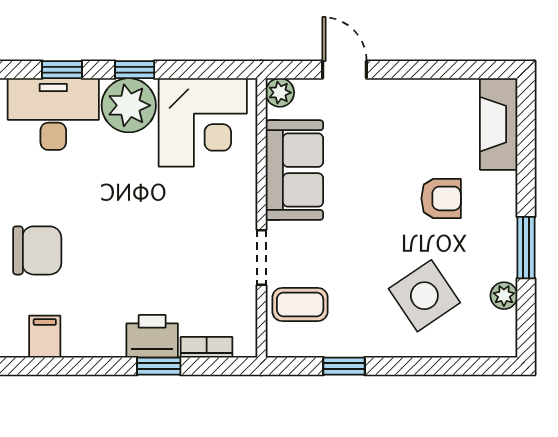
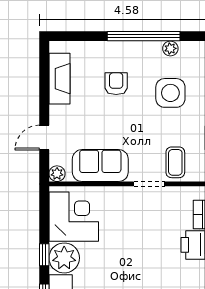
fireplace: (499, 124) -> (59, 79), moved, turned -90
window: (526, 248) -> (144, 36), width x2.11
side table: (424, 296) -> (170, 93), turned 34

